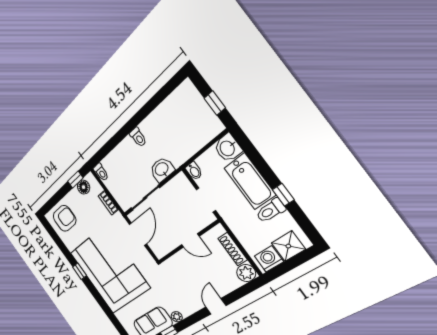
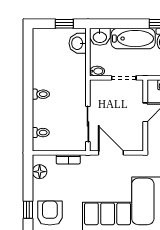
washbasin: (162, 169) -> (78, 43), moved
toilet: (101, 172) -> (41, 133), moved
window: (75, 180) -> (28, 210), moved

